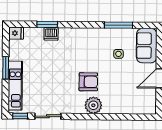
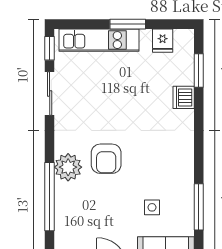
window: (47, 24) -> (199, 71), moved
fridge: (16, 33) -> (163, 41), moved
window: (111, 117) -> (50, 197), added

